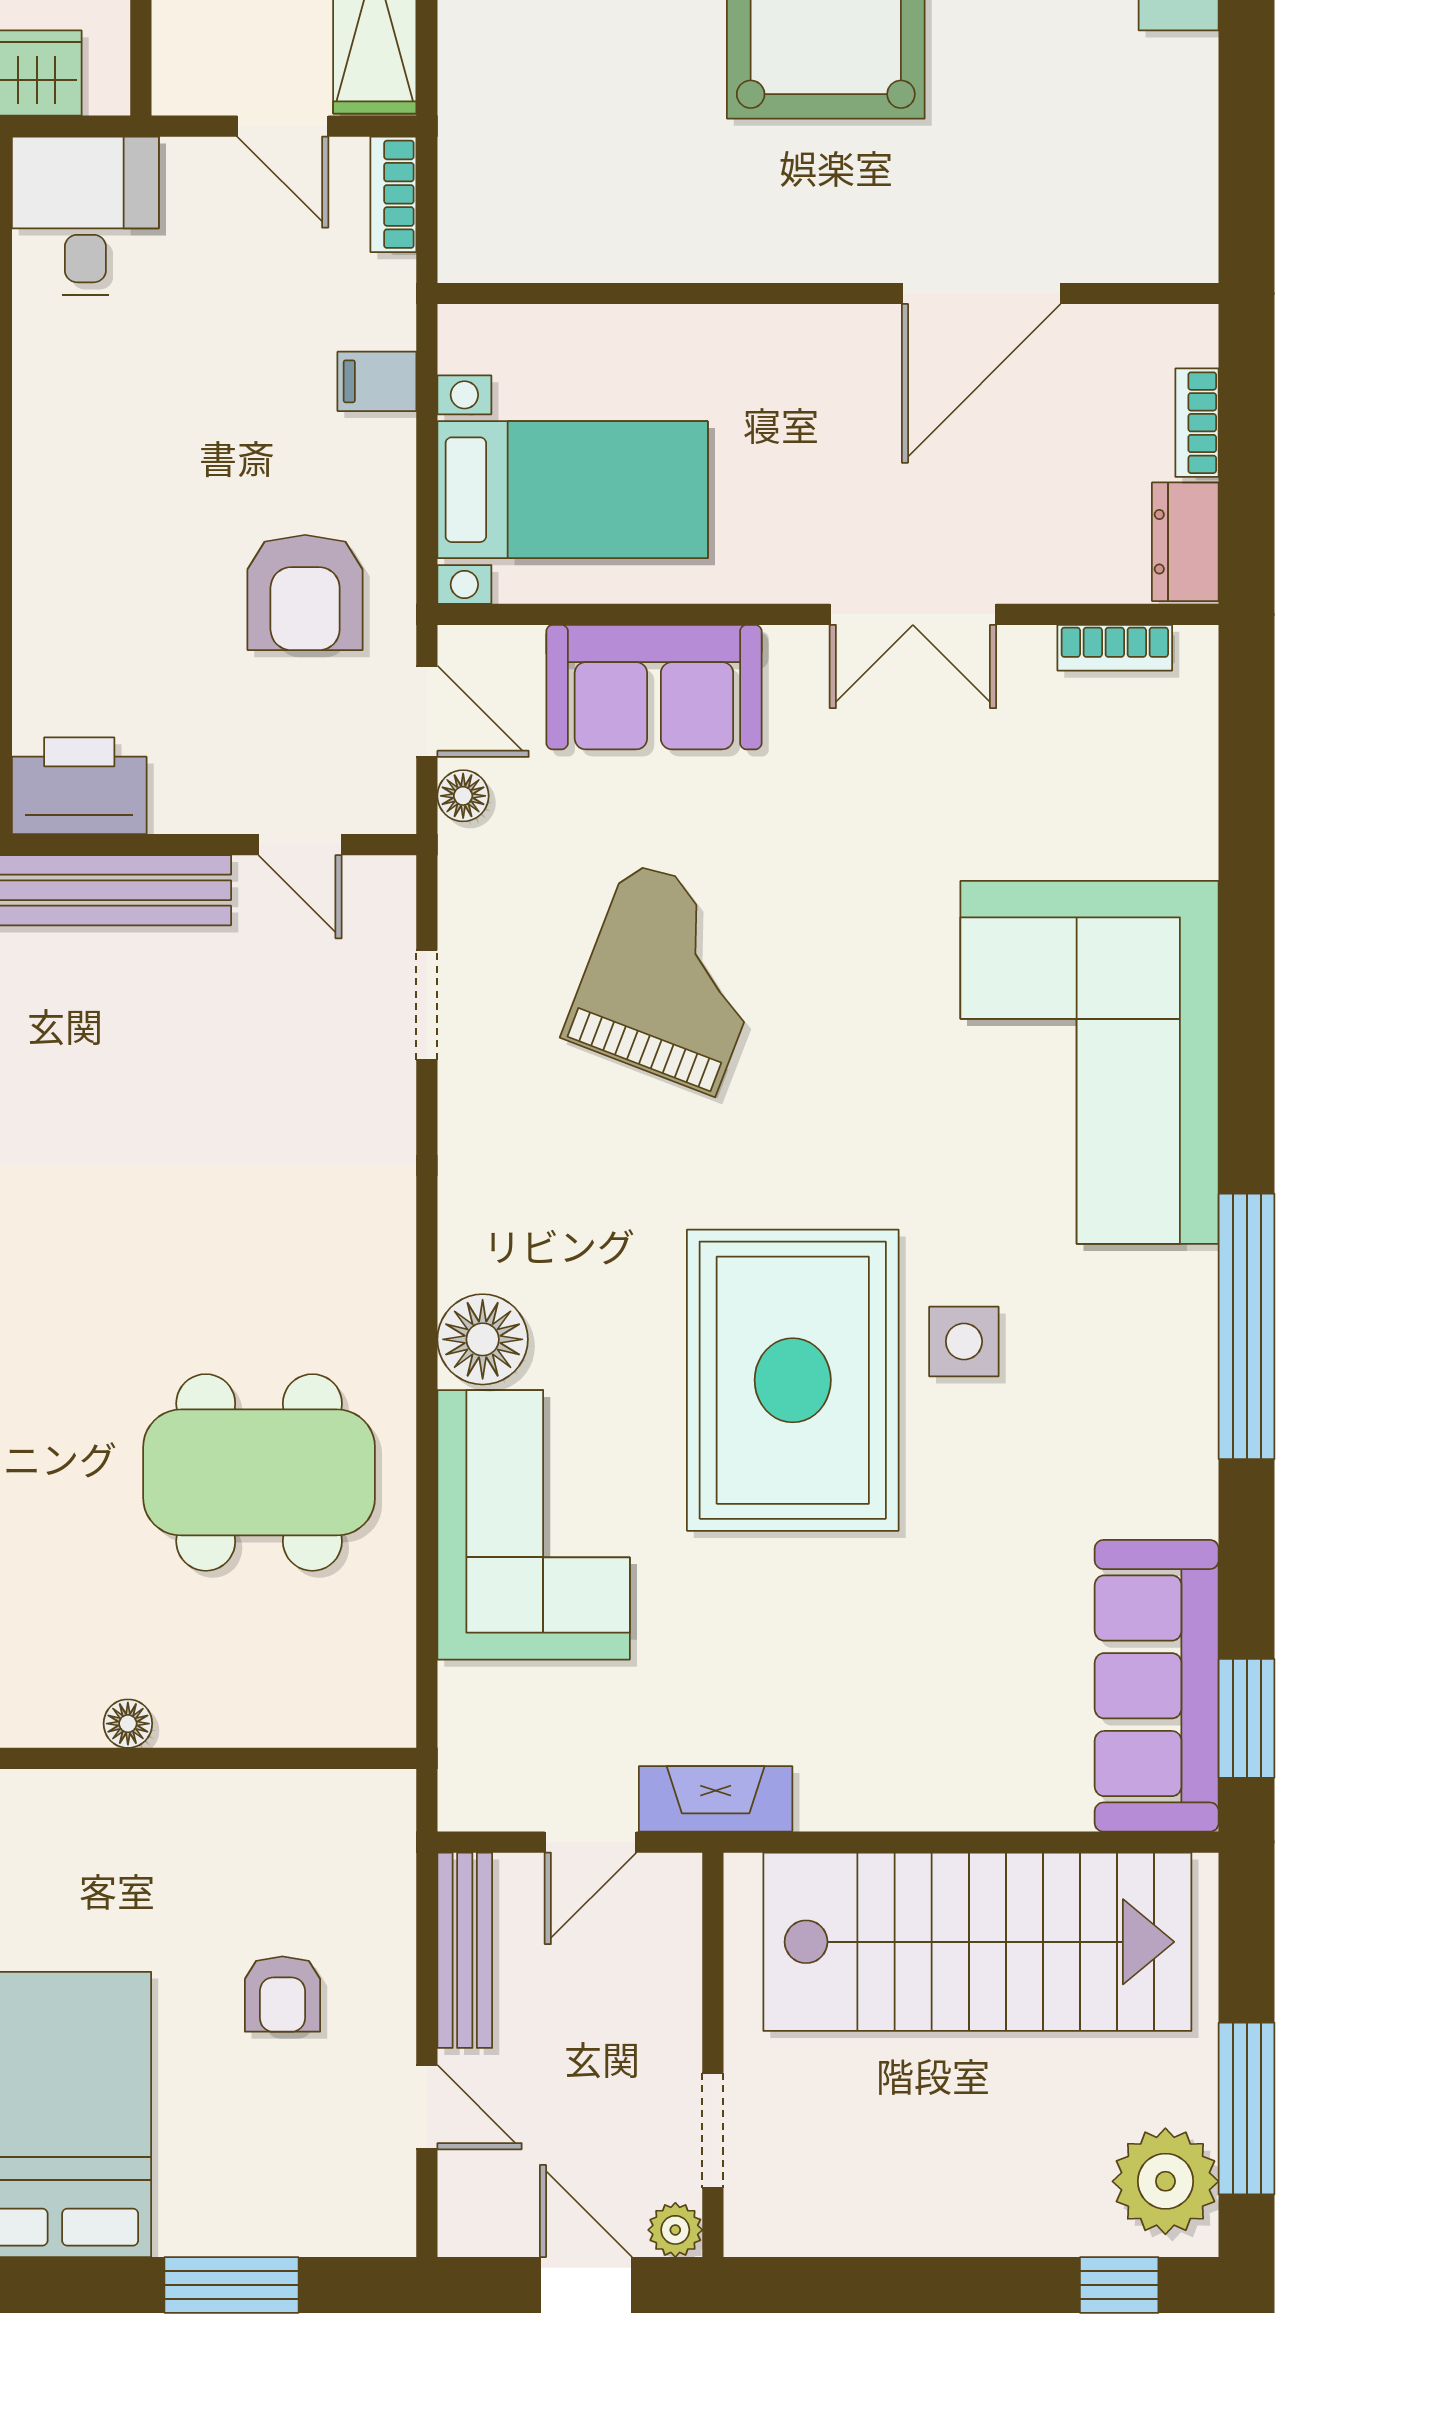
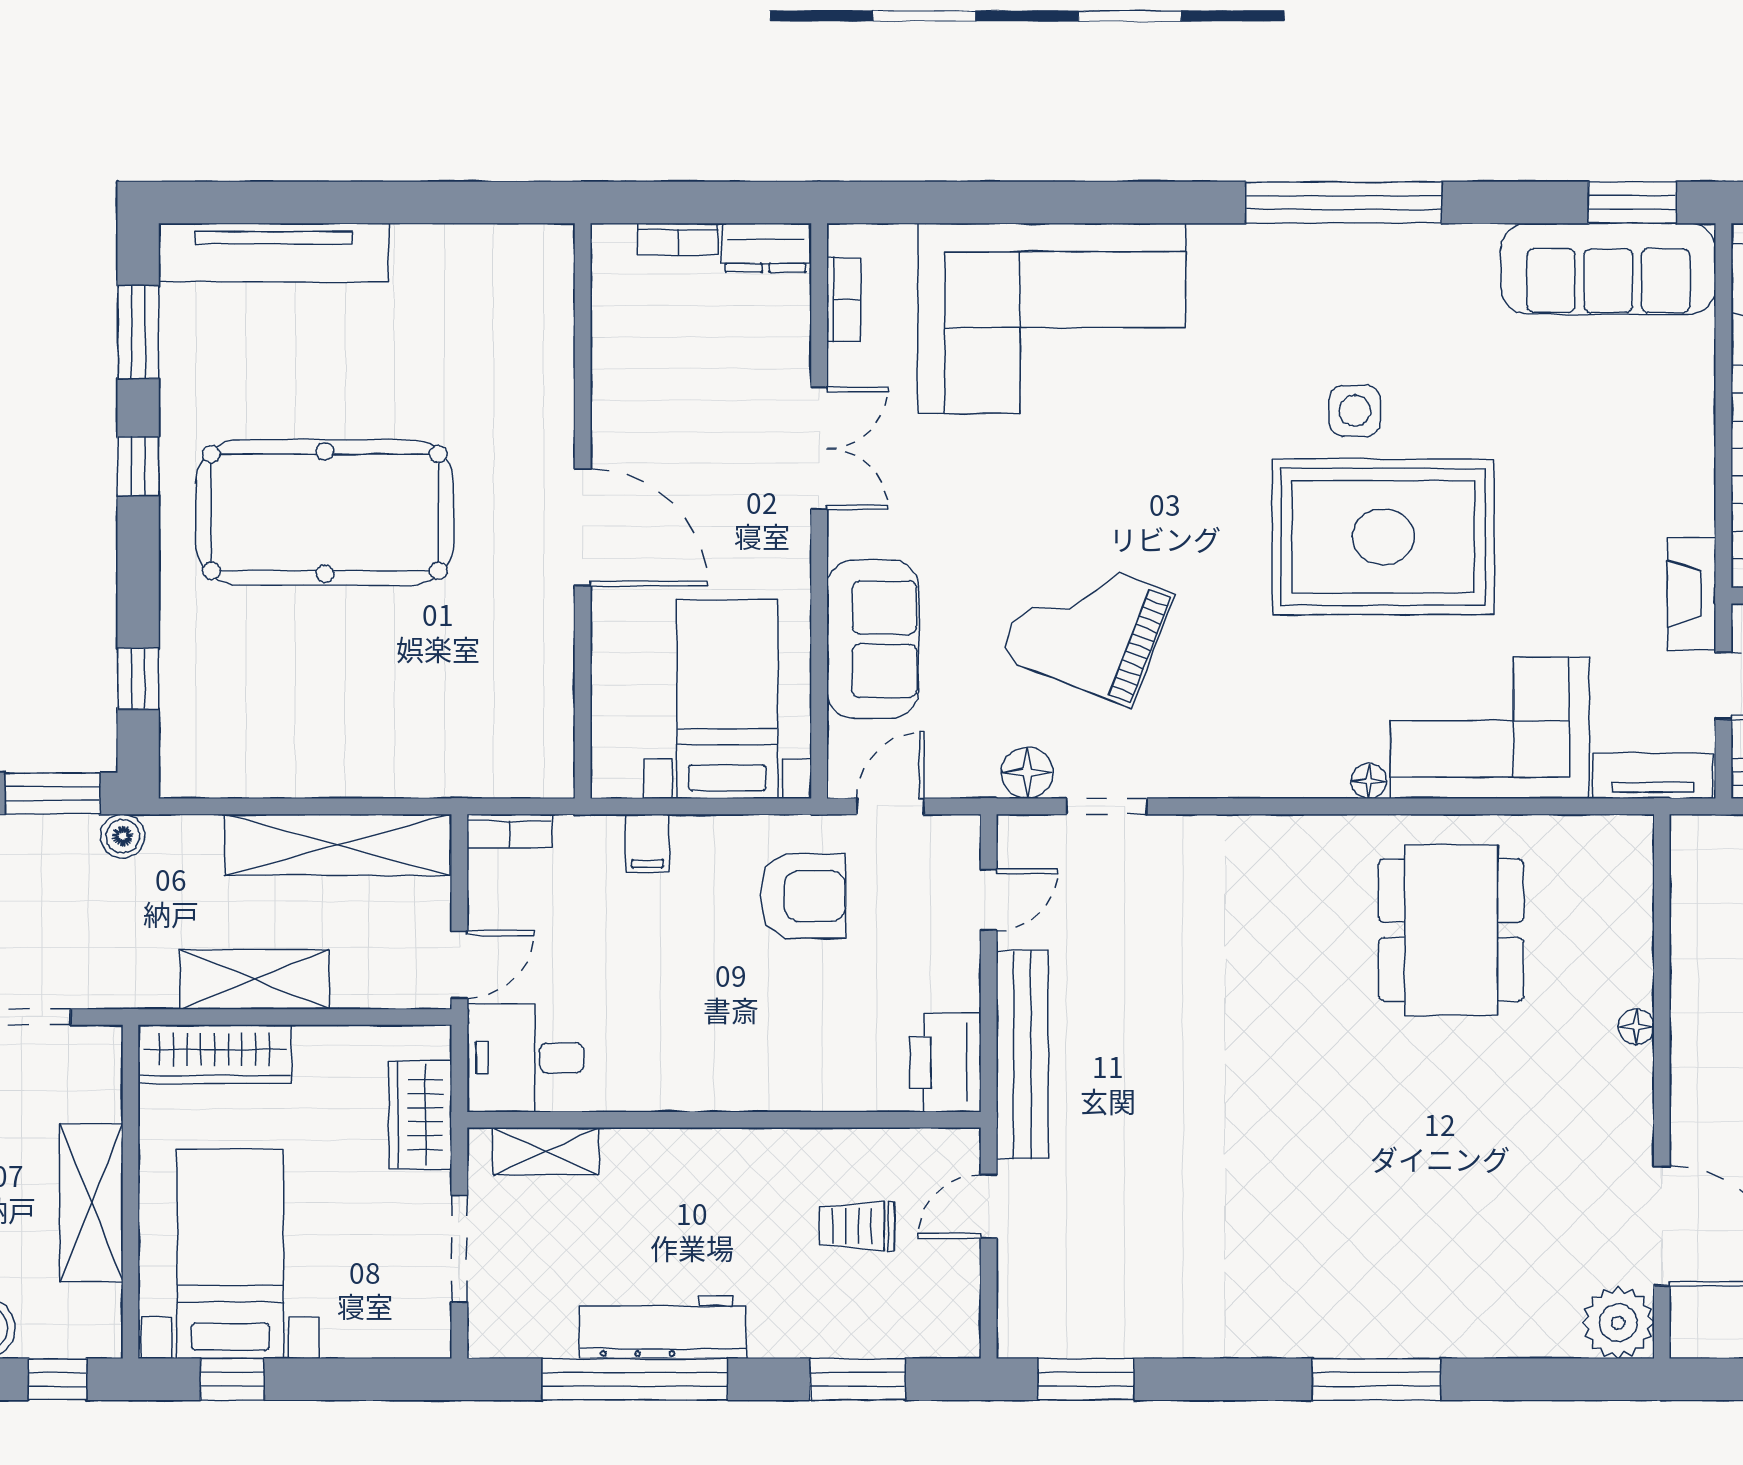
door: (283, 126) -> (459, 964), moved
door: (981, 294) -> (583, 527), moved
floor lamp: (463, 796) -> (1027, 773), moved, width x1.37, depth x1.37
corner sofa: (1089, 1062) -> (1052, 318), moved
floor lamp: (483, 1339) -> (1369, 781), width x0.53, depth x0.53
tv unit: (468, 1746) -> (1653, 776), added

